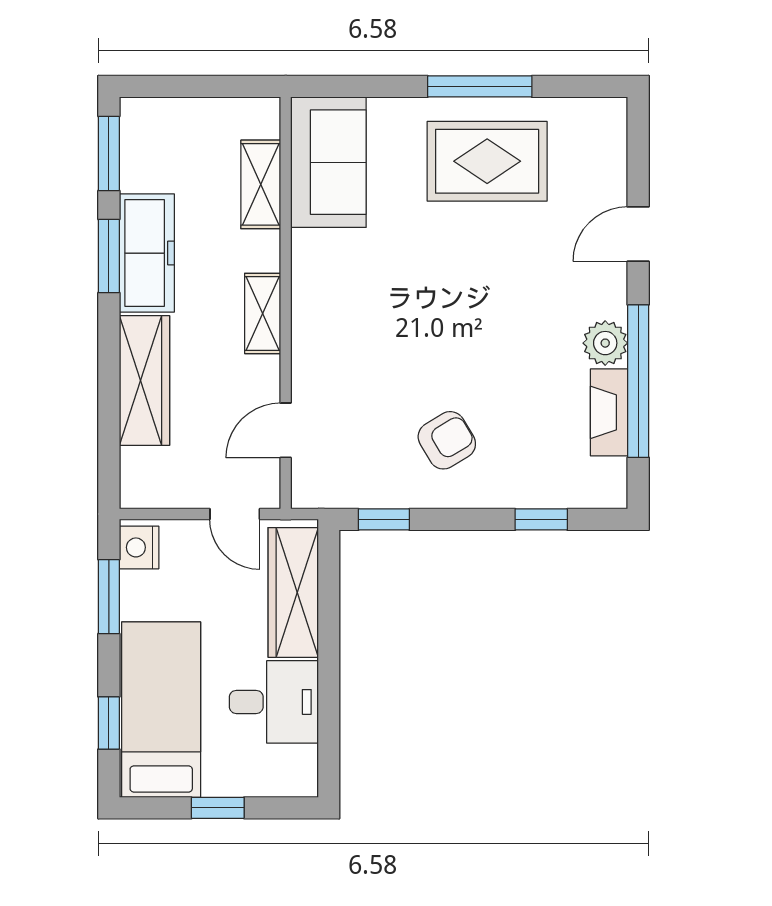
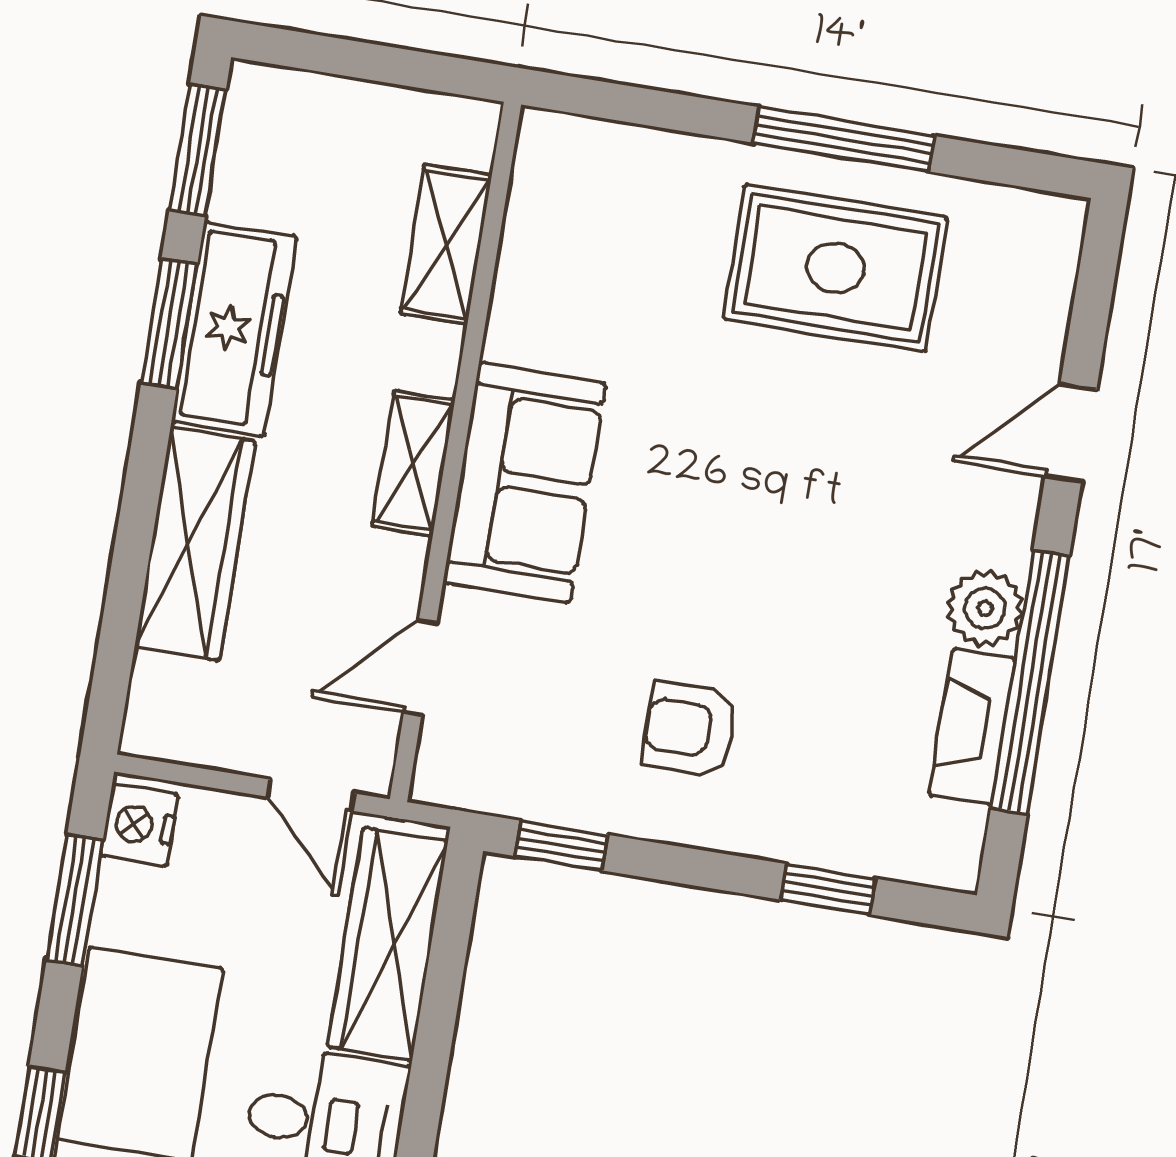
sofa: (328, 162) -> (525, 483), moved
armchair: (447, 440) -> (690, 729), turned -149

